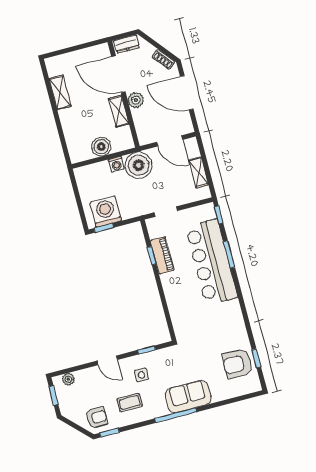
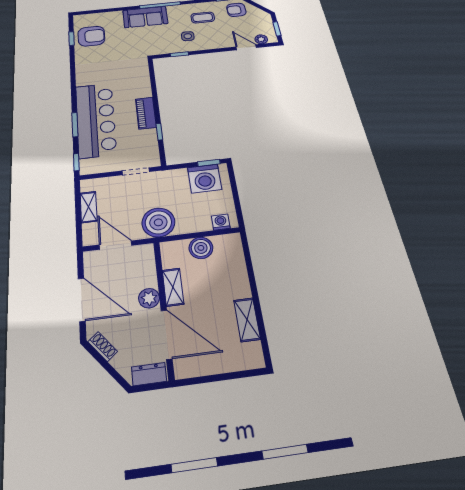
washing machine: (116, 164) -> (221, 222), moved
piano: (162, 255) -> (146, 113), moved
door: (107, 360) -> (246, 47), moved

